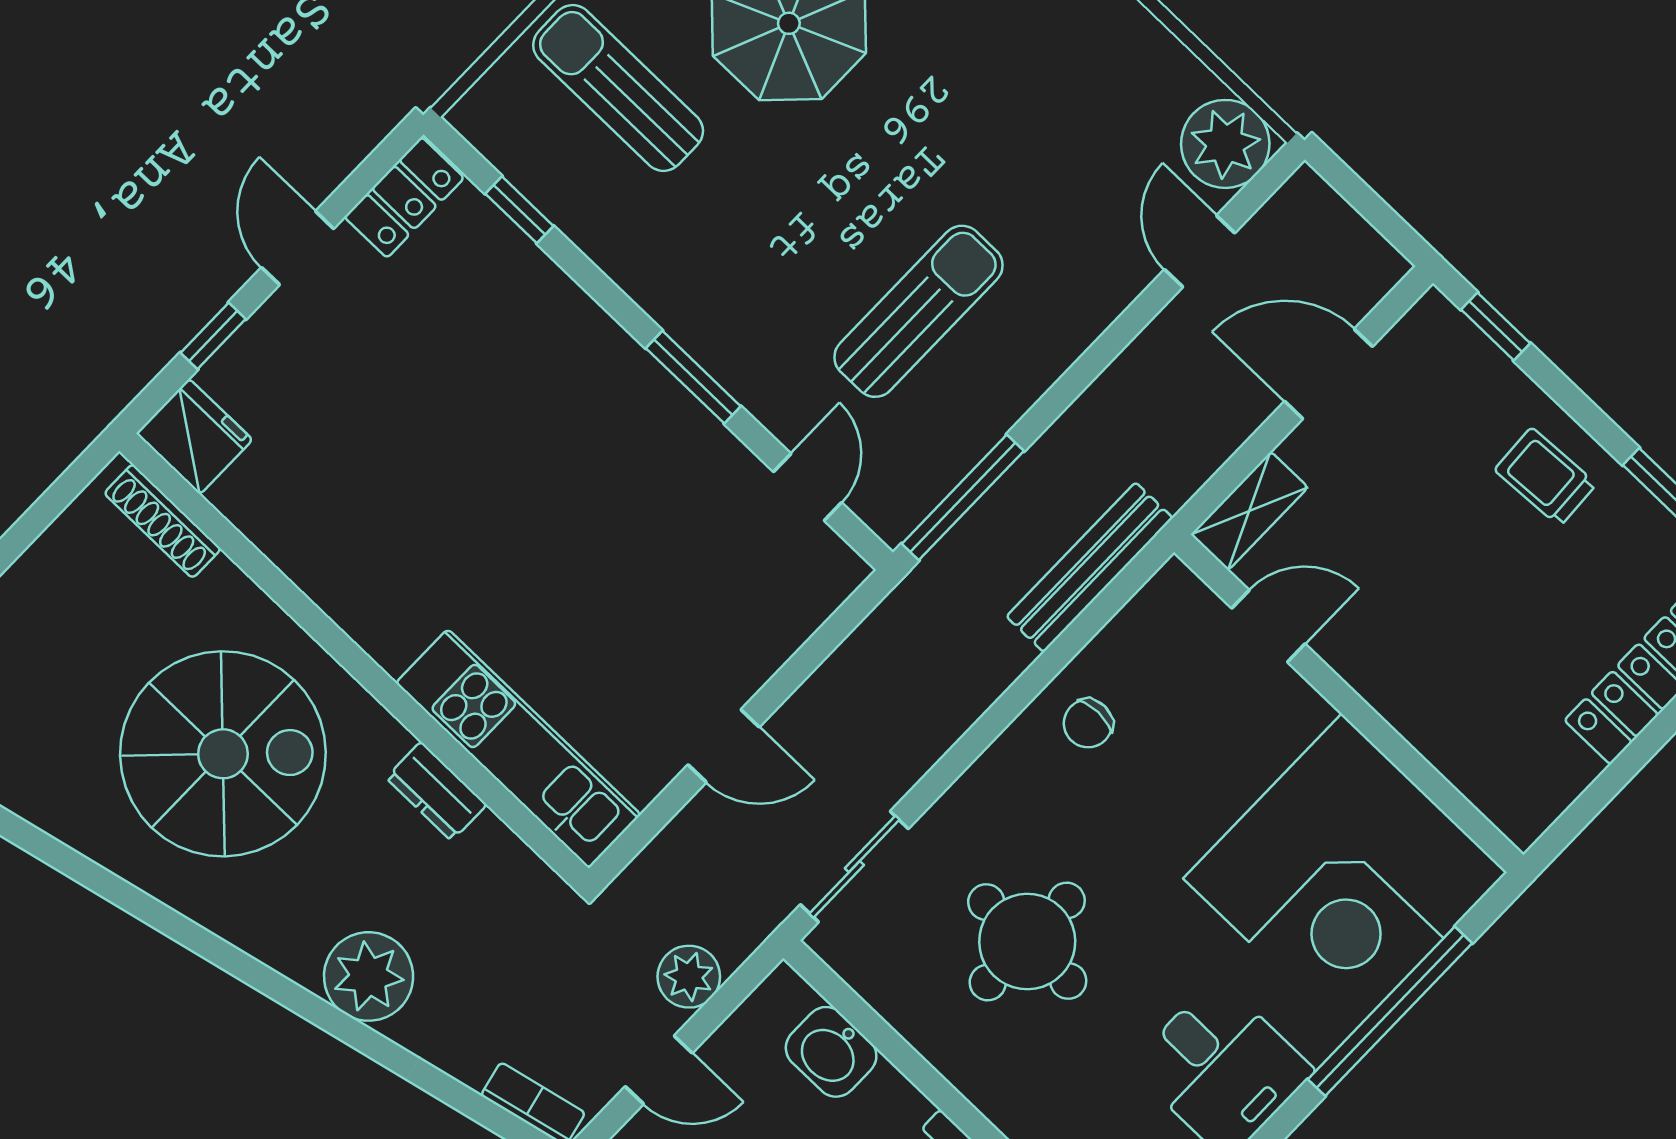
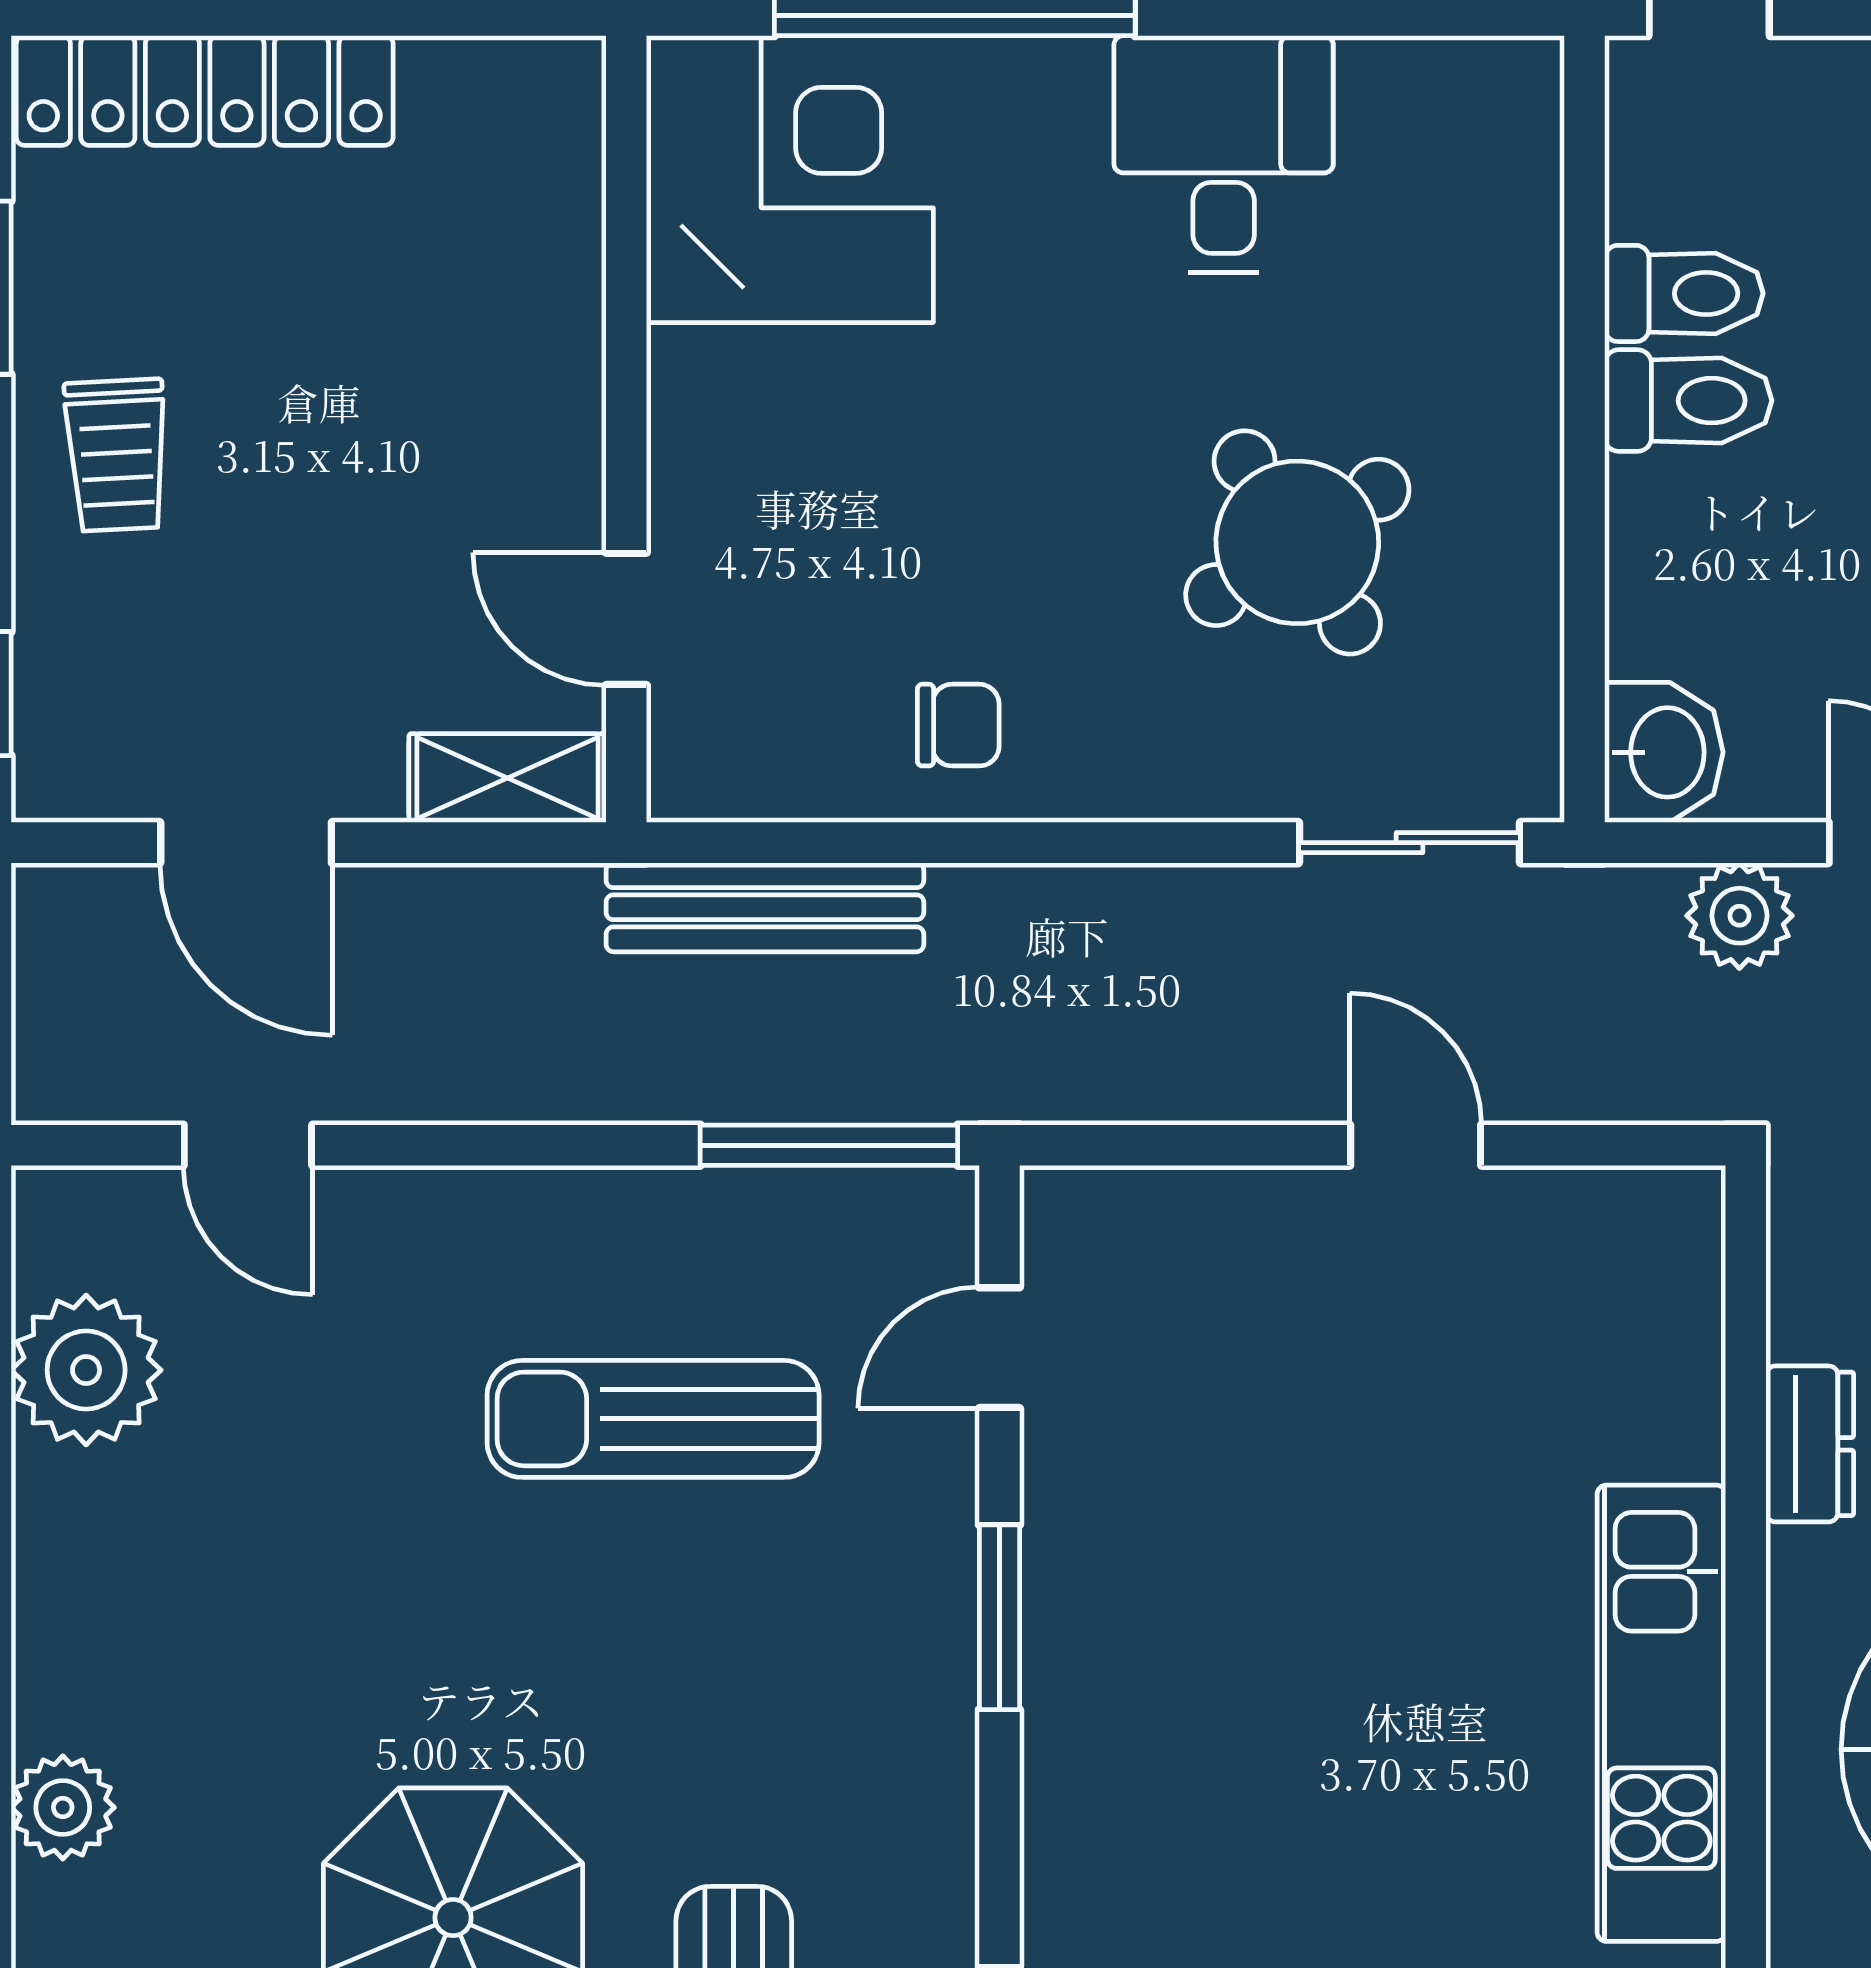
plant: (1225, 144) -> (86, 1370), moved
door: (1200, 251) -> (248, 1145), hinge flipped
kitchen unit: (518, 749) -> (1661, 1713), moved
corner desk: (1345, 875) -> (790, 179), width x0.74, depth x0.74
round table: (1027, 942) -> (1297, 542), turned -33
washbasin: (831, 1052) -> (1664, 752), moved

